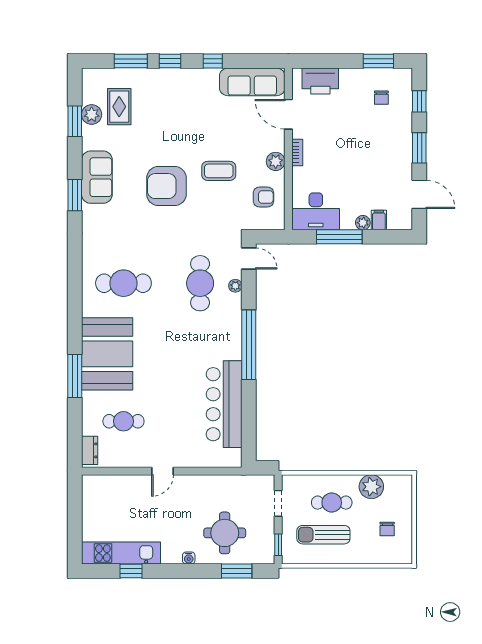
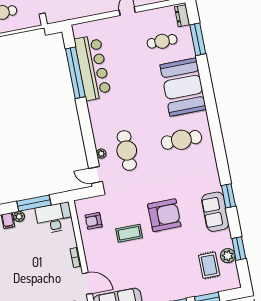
plant: (276, 161) -> (90, 248), removed
window: (249, 345) -> (75, 73), moved
window: (75, 376) -> (198, 39), moved

